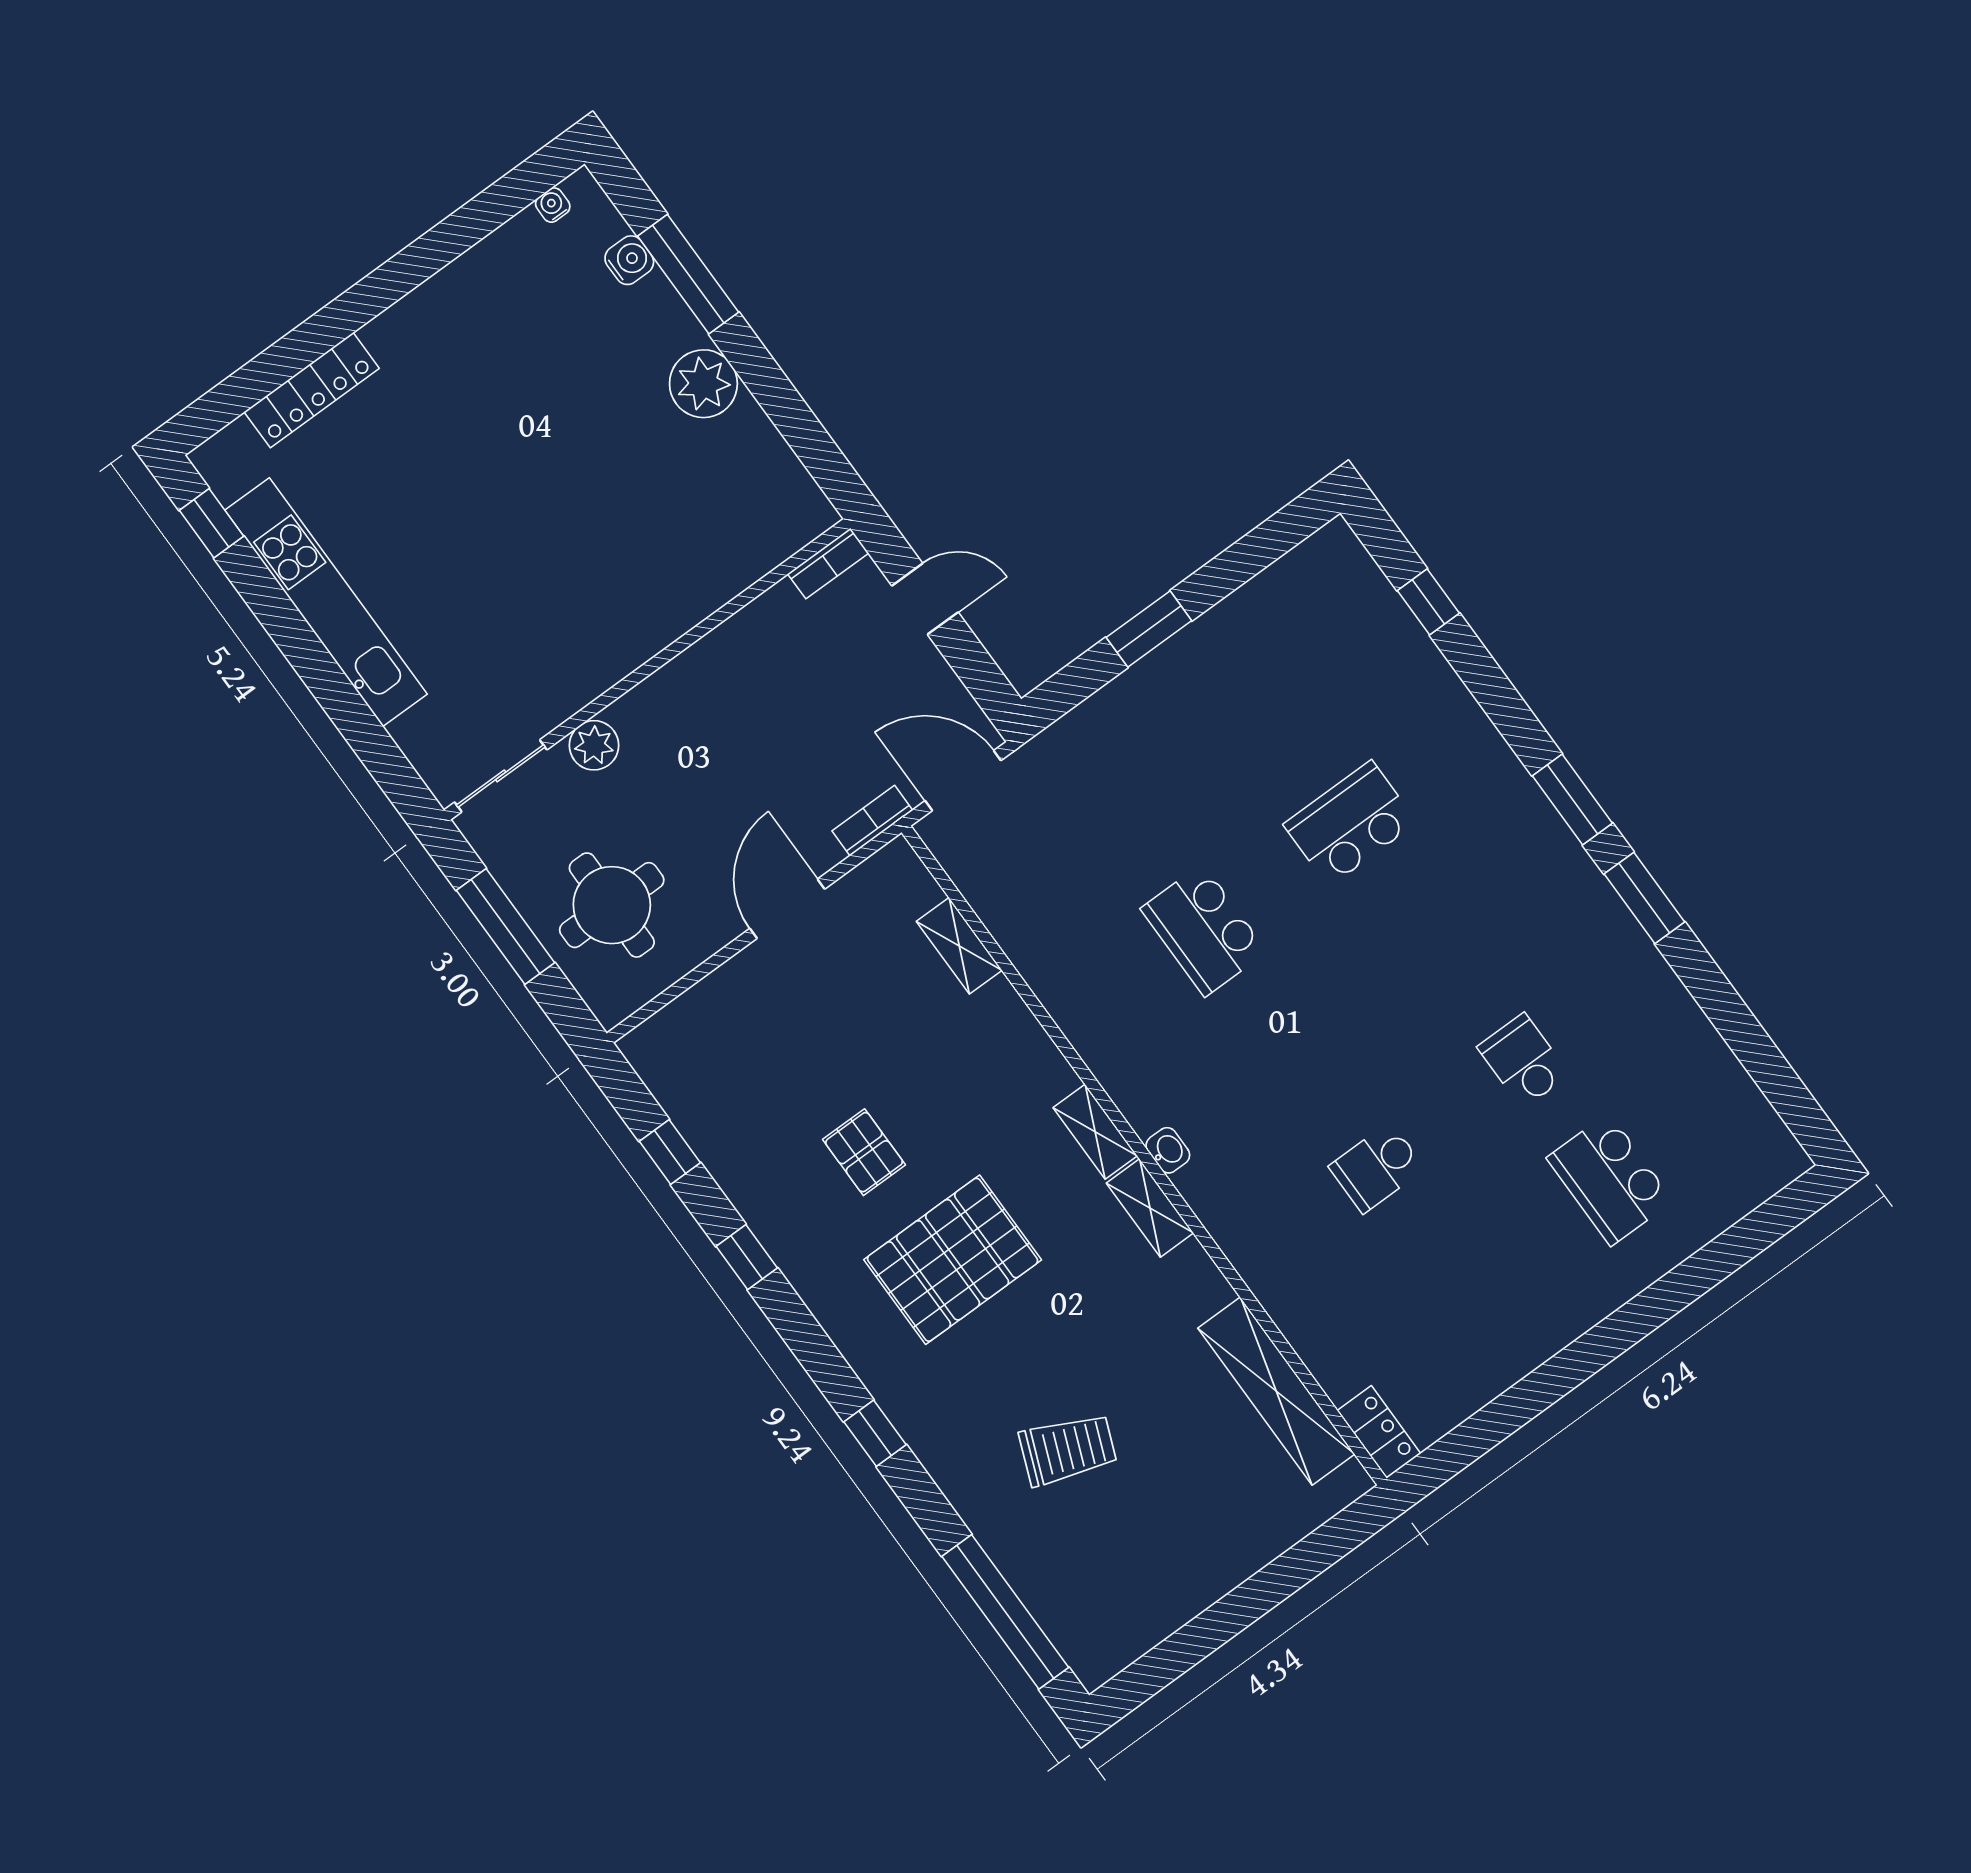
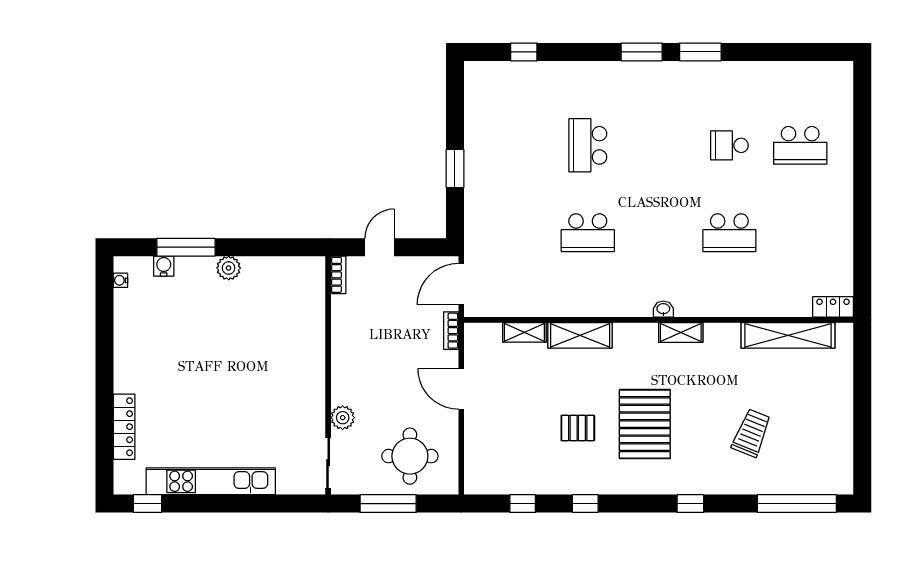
plant: (703, 384) -> (229, 268), width x0.73, depth x0.73
shelving: (1095, 1132) -> (580, 335), moved, width x1.50, depth x1.33
school desk: (1377, 1168) -> (729, 233), width x1.85

